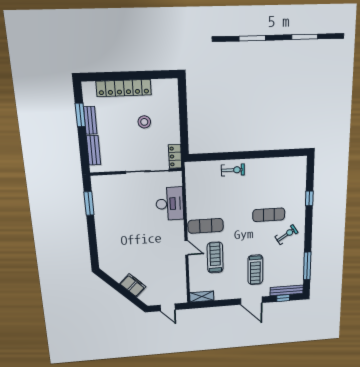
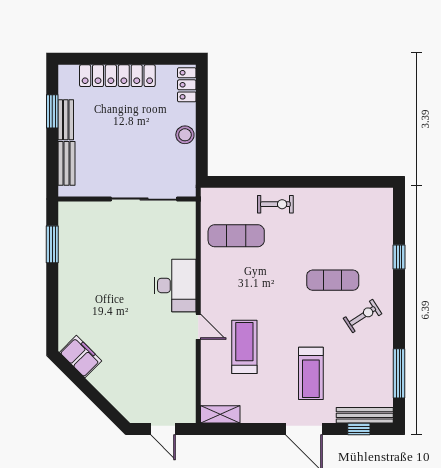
stool: (144, 122) -> (185, 135), moved
locker: (175, 156) -> (187, 85), moved
desk: (170, 204) -> (175, 285), moved
exercise mat: (206, 226) -> (236, 236), moved
filing cabinet: (133, 285) -> (81, 357), moved

